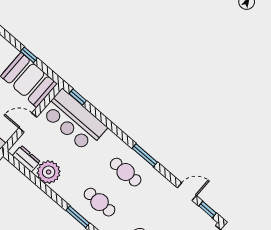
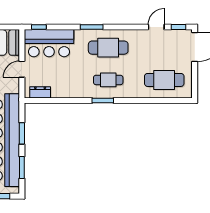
window: (145, 155) -> (92, 27), moved
plant: (49, 172) -> (61, 89), removed
cafe table: (126, 172) -> (108, 48), width x1.37, depth x1.35

